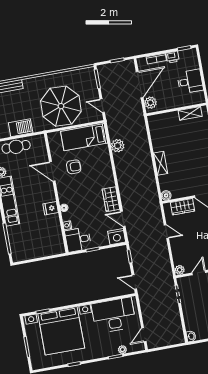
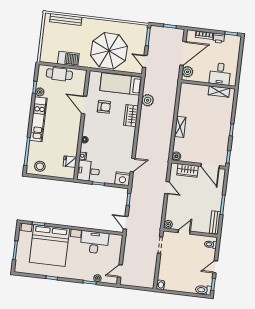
desk: (190, 81) -> (220, 74), moved, turned 90
wardrobe: (111, 199) -> (131, 116), moved
fridge: (51, 208) -> (70, 162), moved
door: (123, 219) -> (133, 165), swing flipped
stool: (25, 250) -> (40, 166), added
desk: (114, 315) -> (94, 242), width x0.73, depth x0.77

